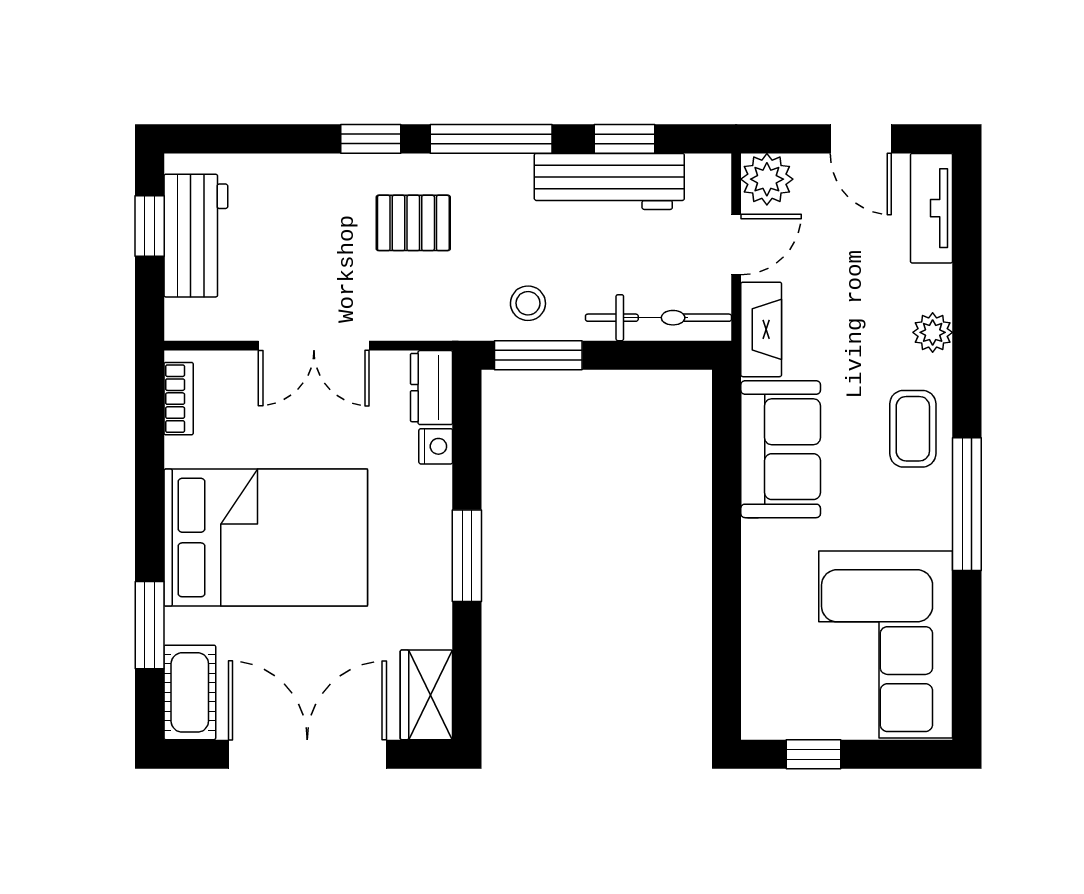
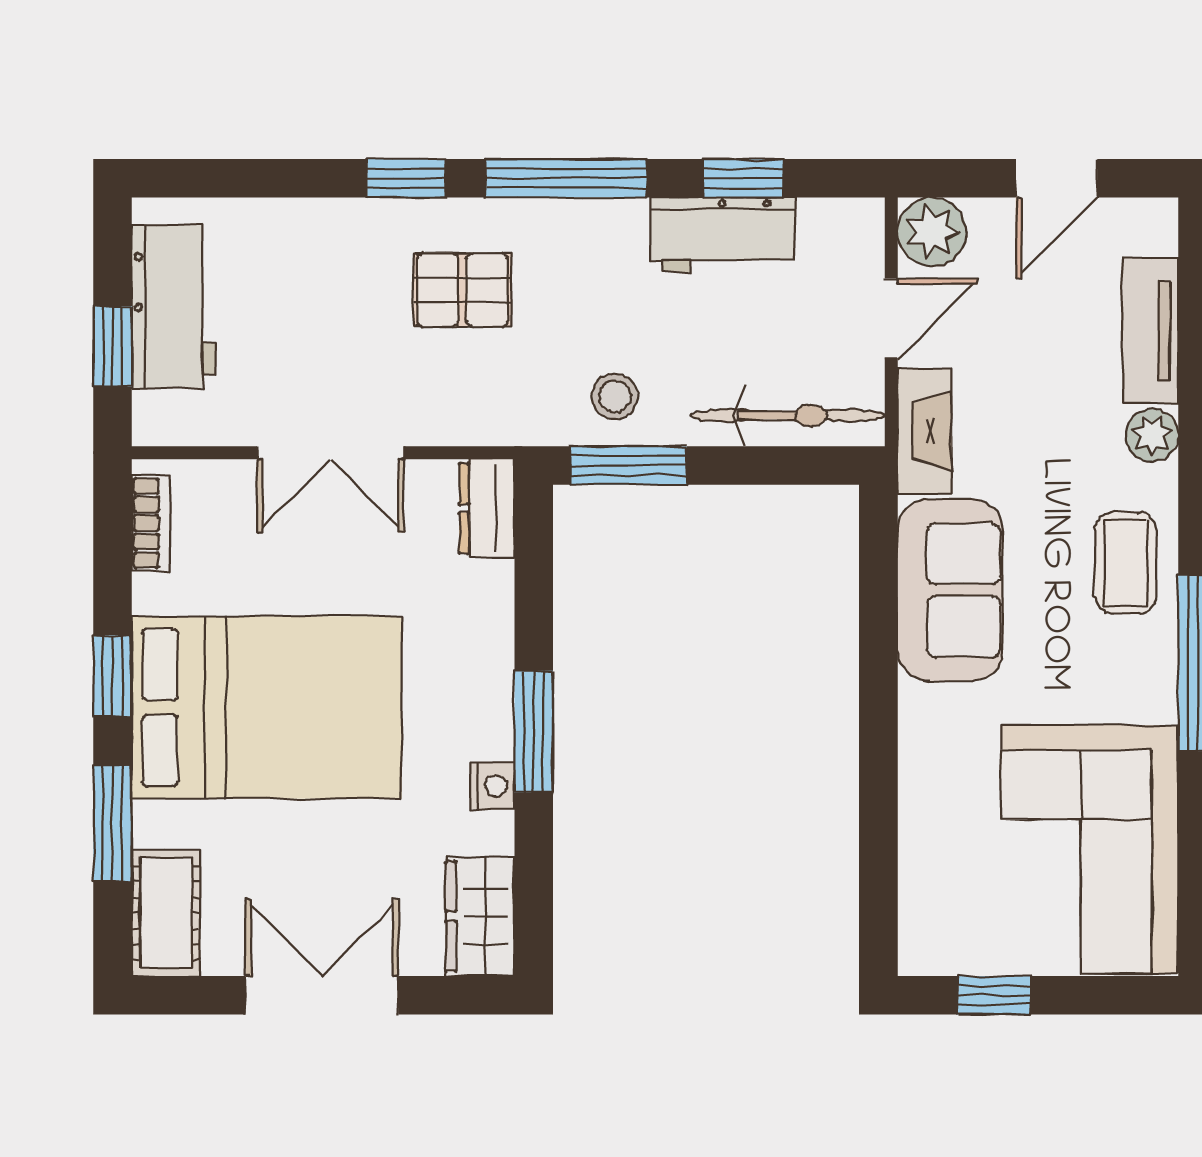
door: (861, 139) -> (1057, 178), hinge flipped
workbench: (609, 181) -> (723, 235), width x0.73
tv unit: (932, 208) -> (1151, 331), moved
window: (150, 226) -> (112, 347), moved
nightstand: (436, 446) -> (492, 786), moved
window: (150, 514) -> (112, 676), added
double door: (307, 754) -> (322, 995), width x0.73

